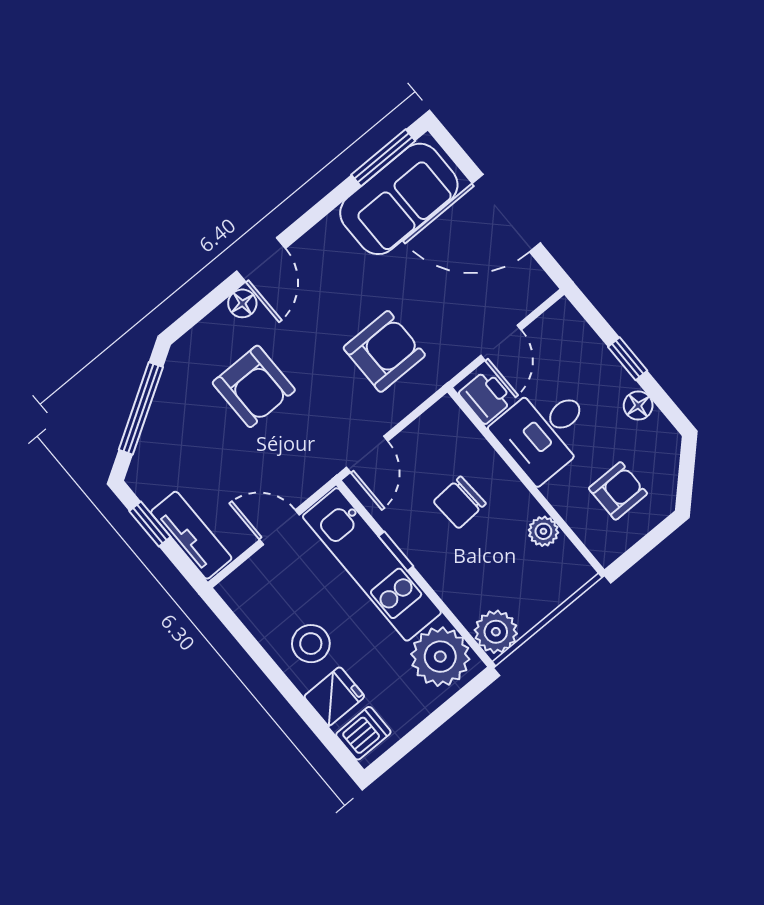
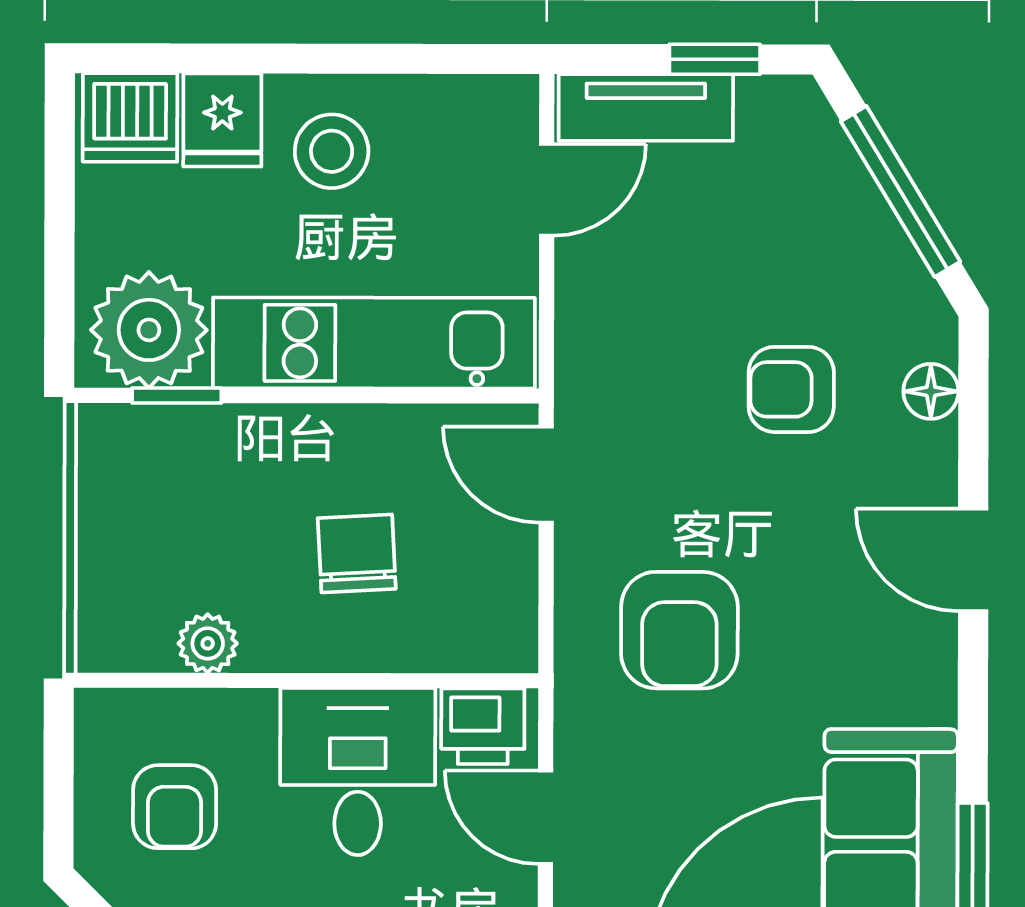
floor lamp: (242, 303) -> (931, 391), moved
armchair: (254, 386) -> (791, 389), width x0.72, depth x0.72
door: (279, 527) -> (547, 190), moved
window: (396, 551) -> (177, 396), moved
plant: (496, 632) -> (116, 445), removed
dishwasher: (363, 733) -> (130, 117), width x1.38

